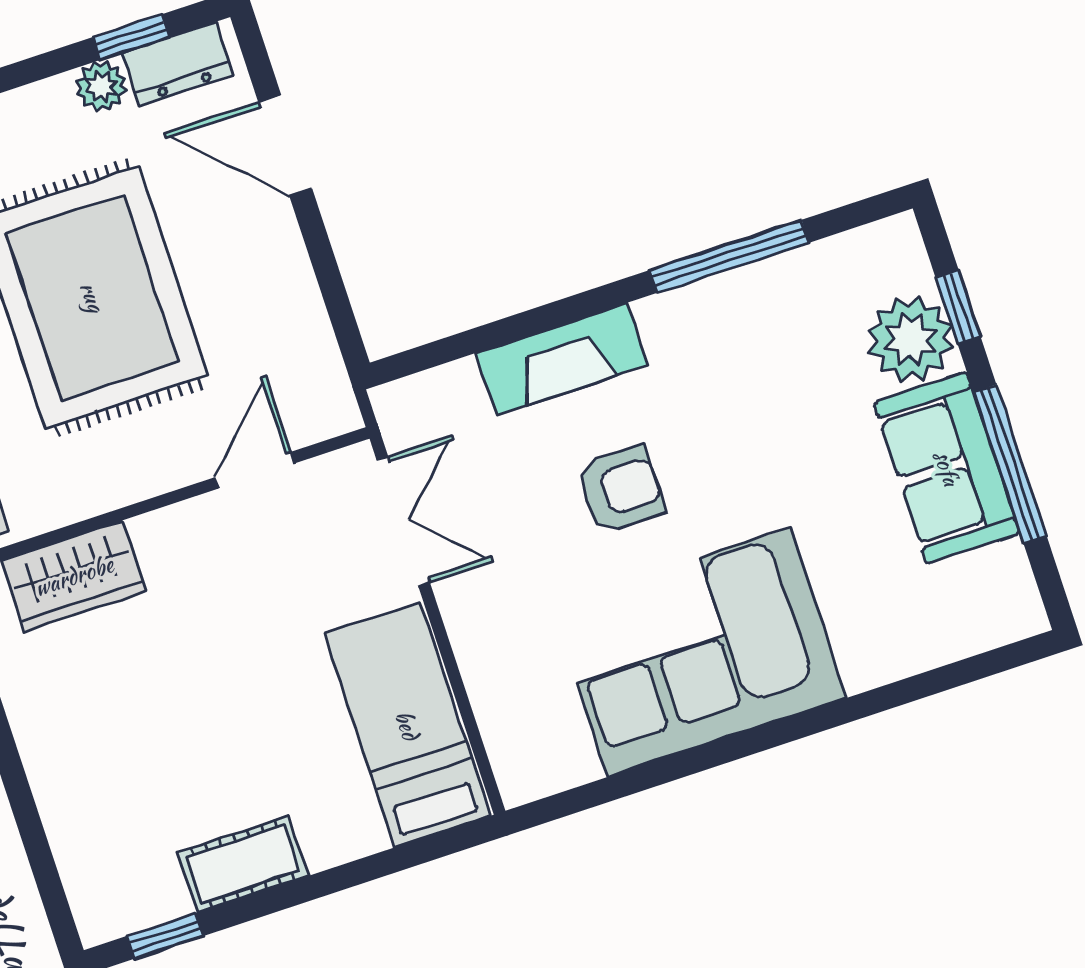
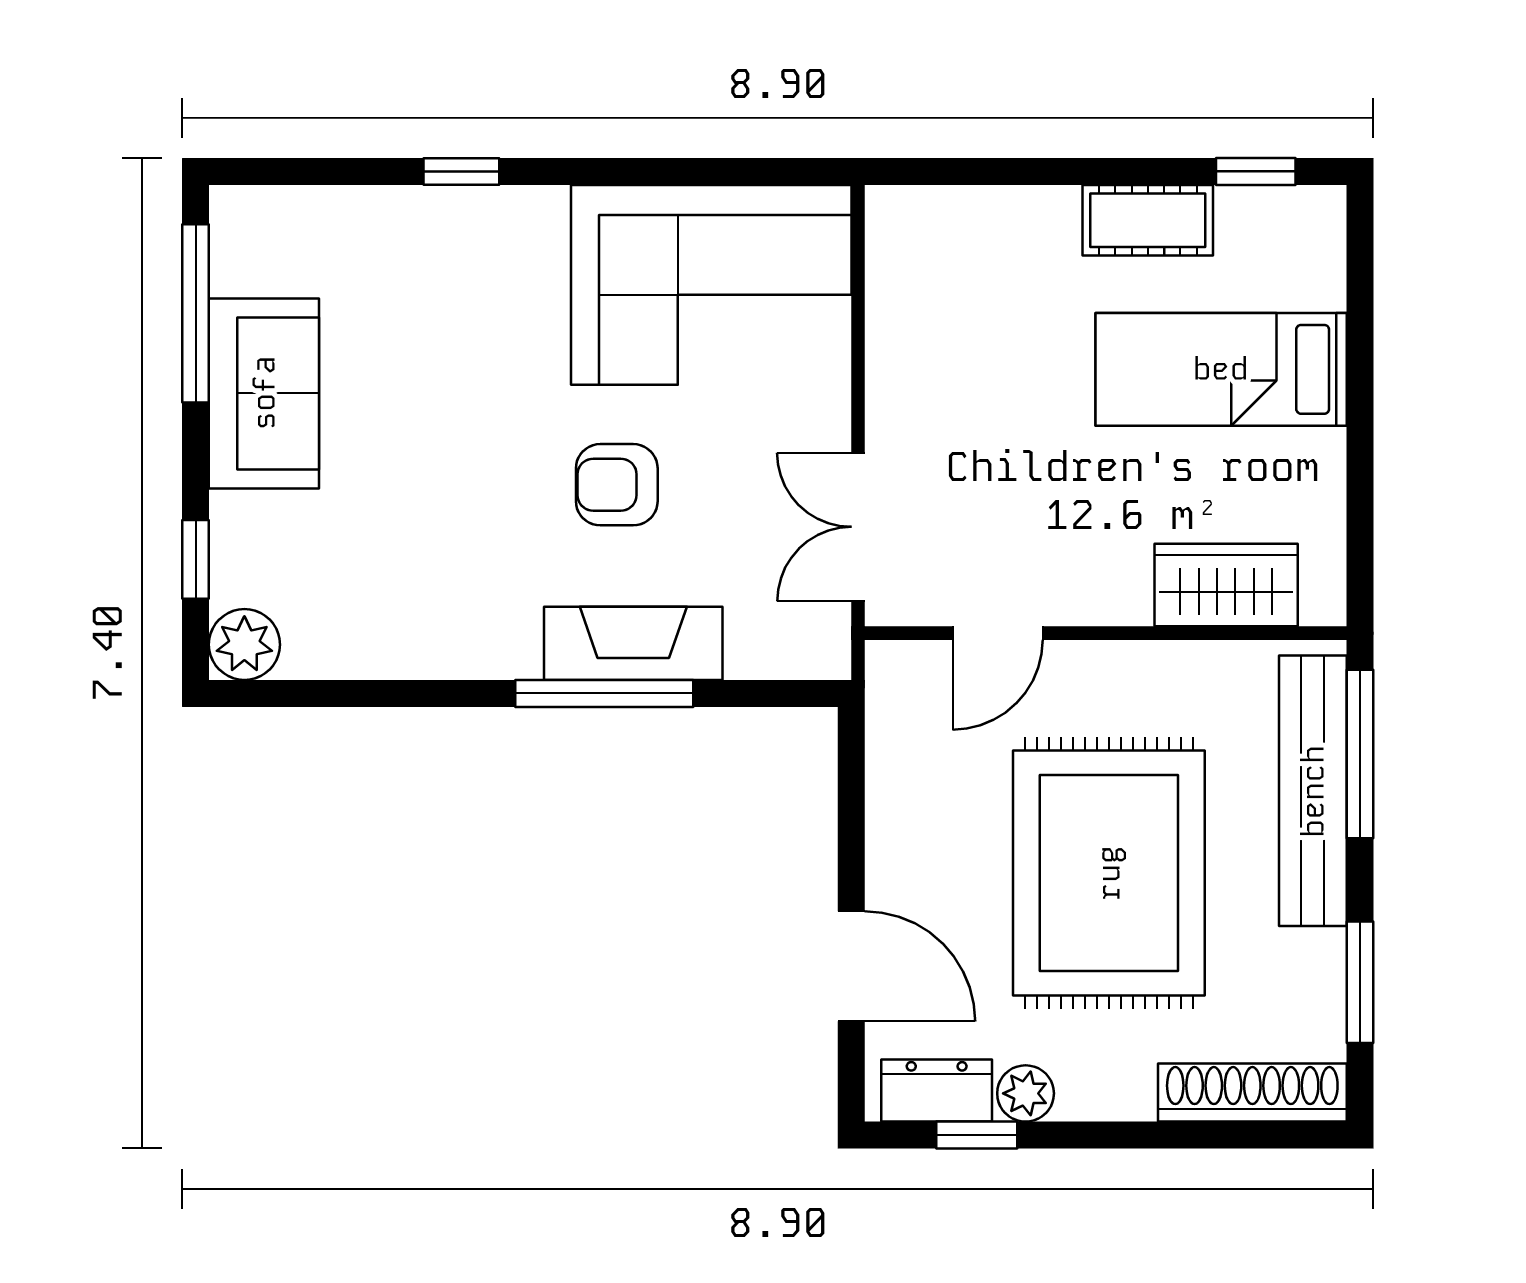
window: (729, 256) -> (604, 693), moved
plant: (910, 339) -> (244, 645), moved, width x0.73, depth x0.73
window: (1010, 464) -> (196, 313), moved
corner sofa: (699, 652) -> (711, 285), moved
window: (841, 712) -> (461, 171), added
bed: (407, 725) -> (1221, 369), moved, turned 90

